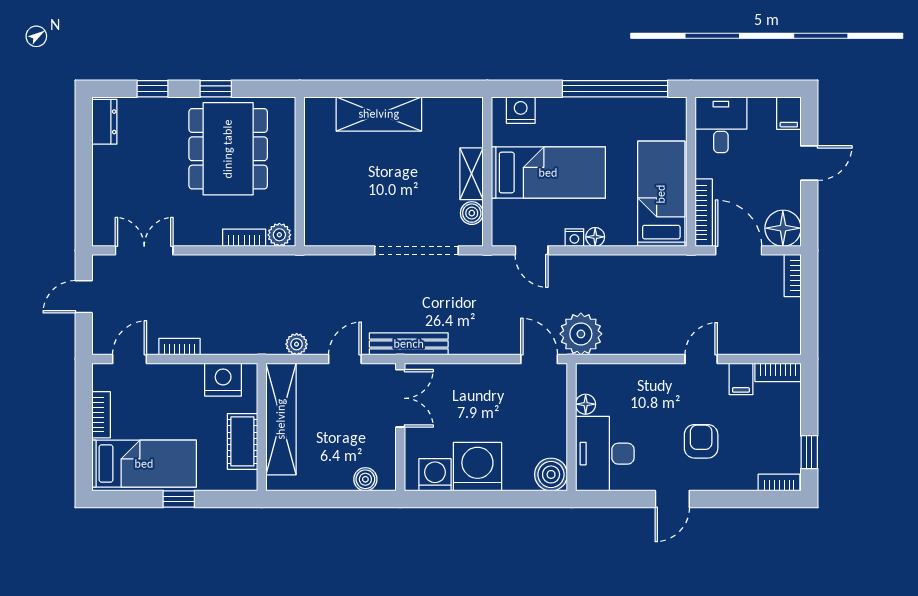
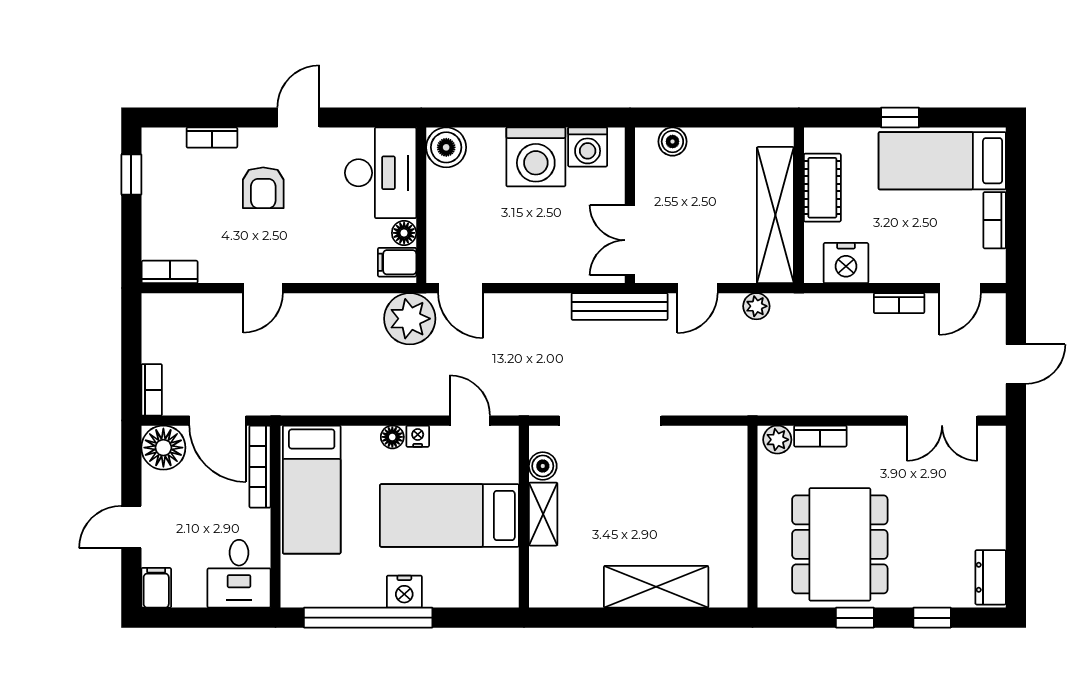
nightstand: (521, 110) -> (404, 592), moved
filing cabinet: (741, 379) -> (397, 262), moved, turned -90
bookcase: (779, 483) -> (212, 138), moved

